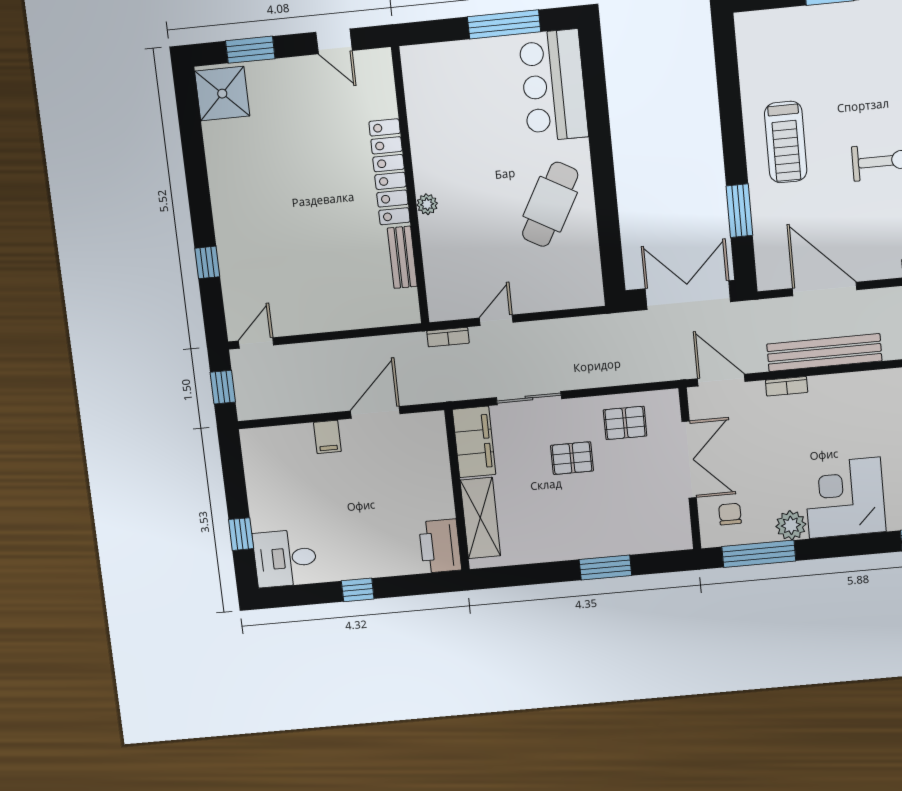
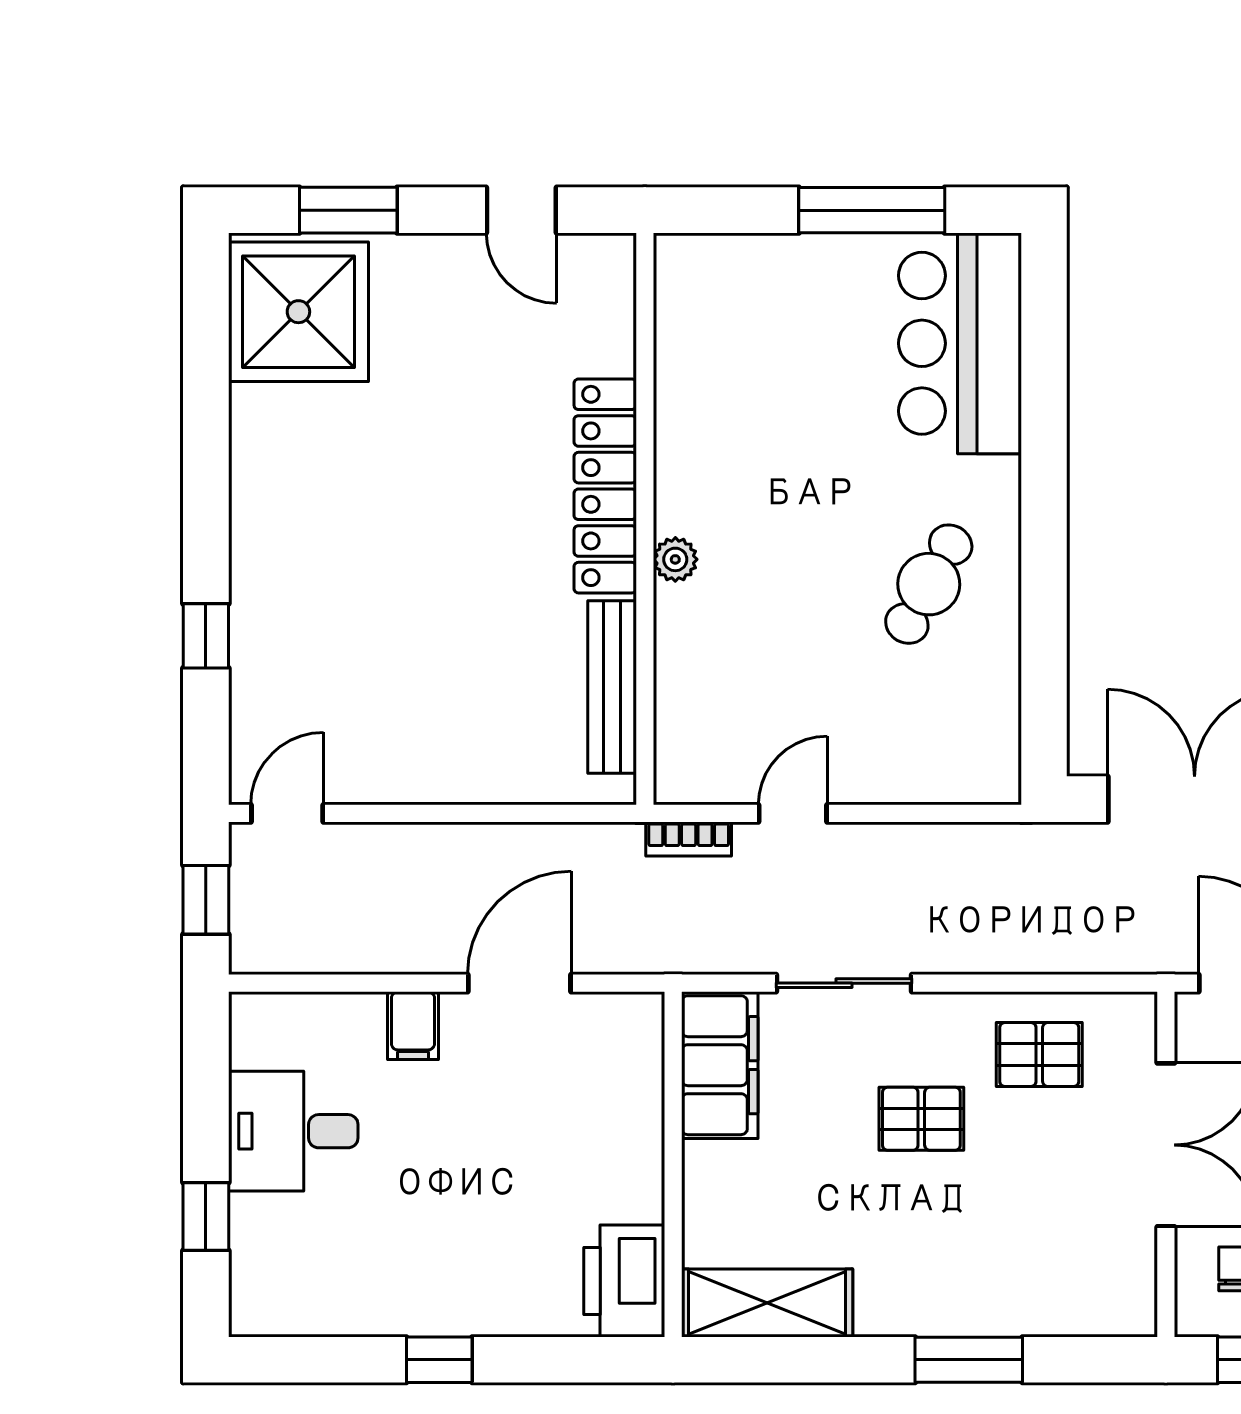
shower: (222, 94) -> (298, 312), width x1.37, depth x1.37
cafe table: (550, 204) -> (929, 584), width x0.73, depth x0.74
bench: (402, 257) -> (612, 687), width x1.36
shelving: (480, 518) -> (767, 1303), moved, turned 90
desk: (285, 558) -> (293, 1131), moved

